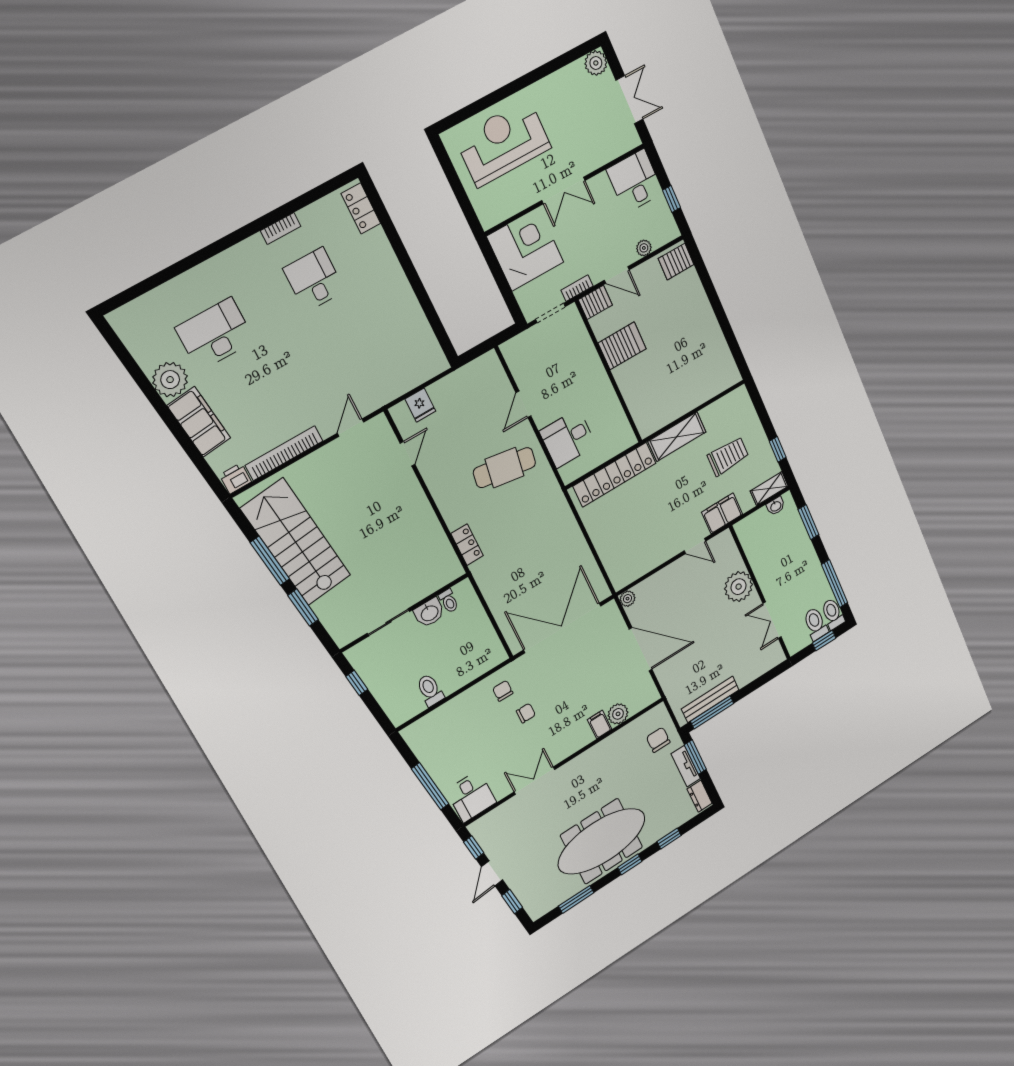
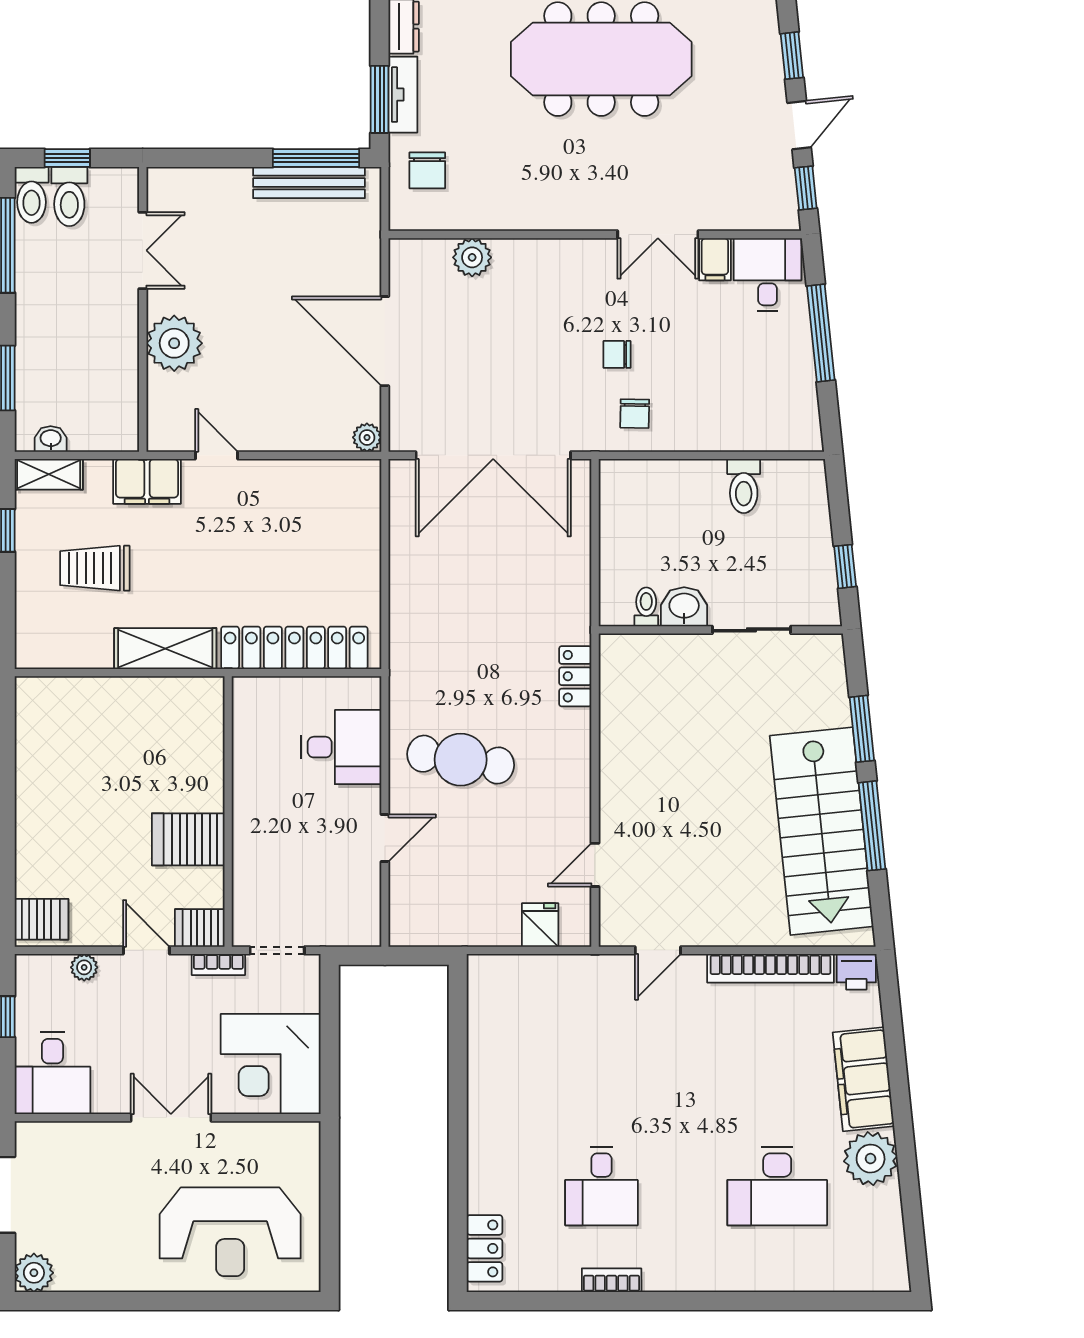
filing cabinet: (600, 724) -> (715, 259), moved

